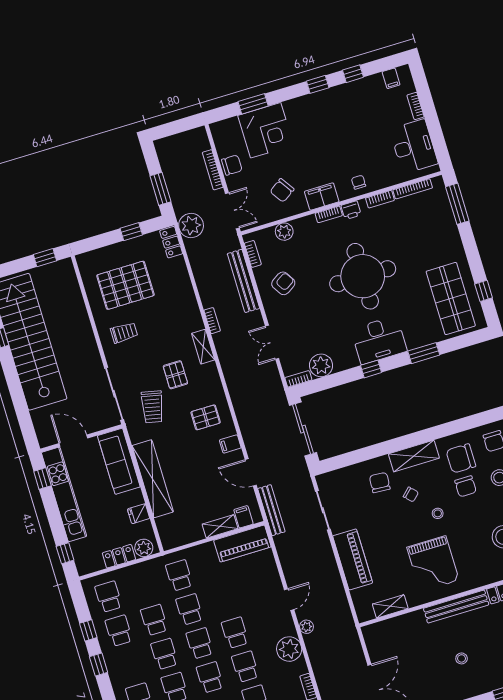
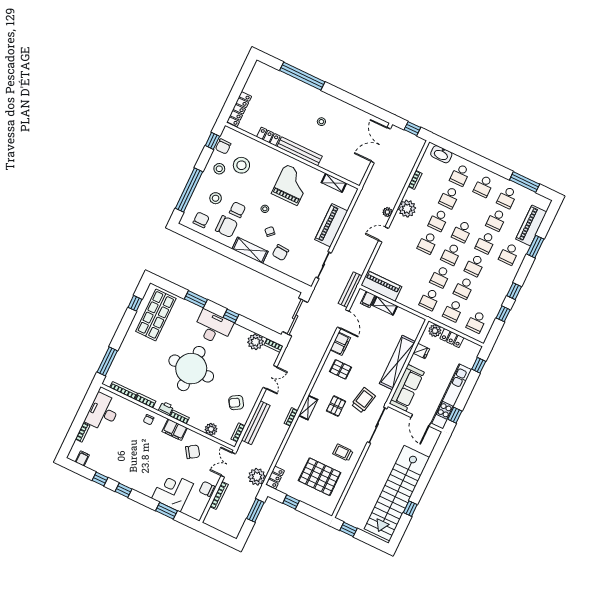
filing cabinet: (230, 444) -> (340, 344), width x2.00
school desk: (119, 631) -> (453, 311), moved

